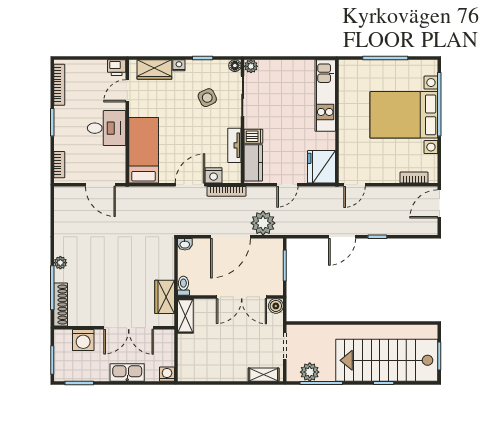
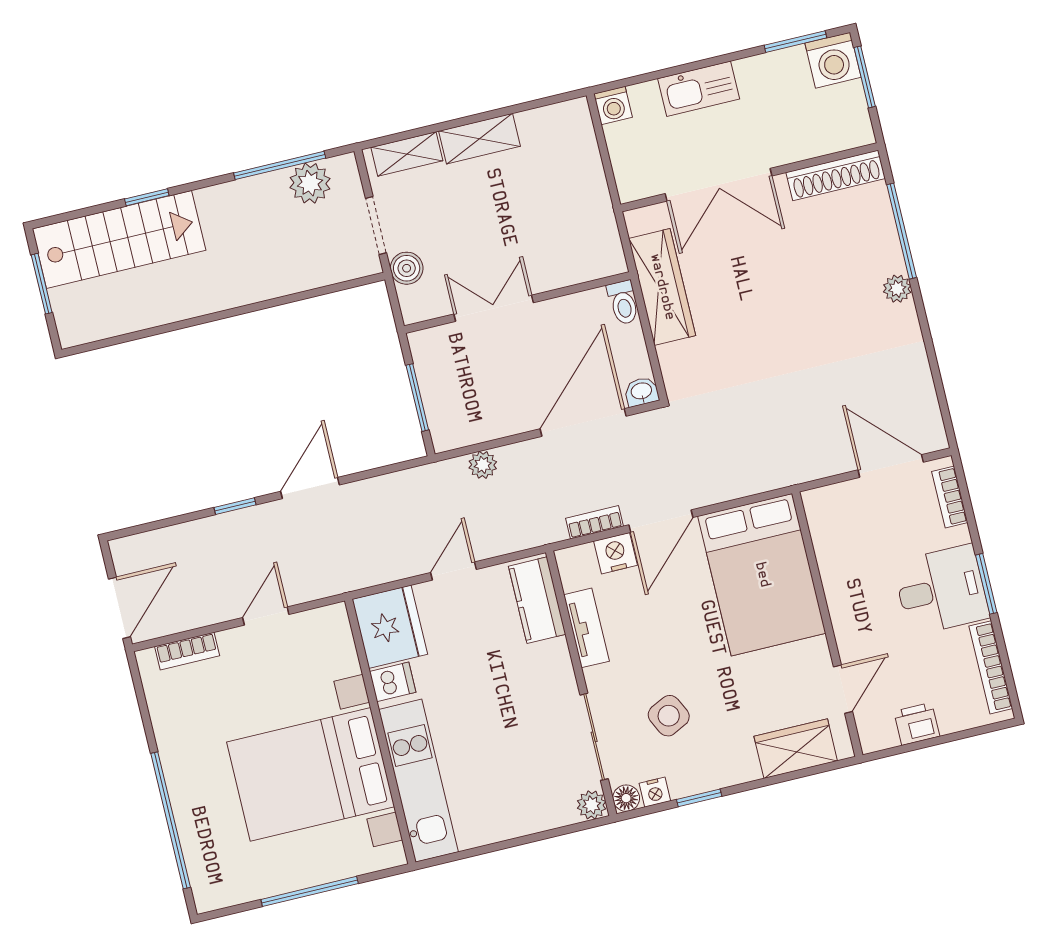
nightstand: (179, 65) -> (655, 792), moved
printer: (117, 68) -> (917, 724), moved
bed with nightstands: (404, 115) -> (311, 774), moved, turned 180
desk: (107, 128) -> (941, 590), moved, turned 180
dishwasher: (253, 136) -> (393, 682), moved, turned 180
bed: (144, 150) -> (762, 575), width x1.50
door: (100, 185) -> (891, 466), moved
door: (354, 185) -> (266, 616), moved
bookcase: (227, 191) -> (595, 522), width x0.64
plant: (263, 223) -> (483, 465), width x0.53, depth x0.53
door: (230, 237) -> (583, 423), moved
wardrobe: (165, 297) -> (662, 287), width x1.50
double door: (242, 297) -> (494, 308), width x0.73
shoe rack: (61, 305) -> (836, 175), moved, turned -90
boiler: (276, 306) -> (407, 268), moved
shelving: (185, 316) -> (479, 139), moved, turned 90
double door: (129, 328) -> (719, 185), swing flipped
washing machine: (83, 340) -> (833, 60), moved, turned 180
stairs: (387, 360) -> (119, 239), width x0.73, depth x0.66

